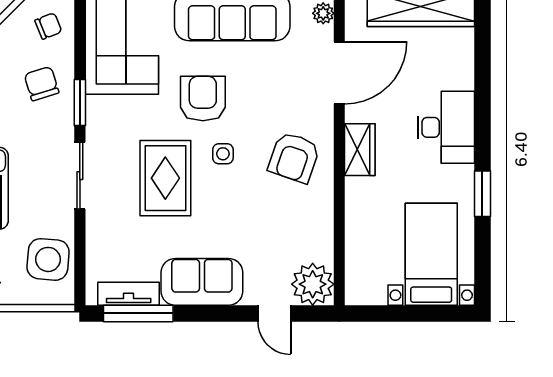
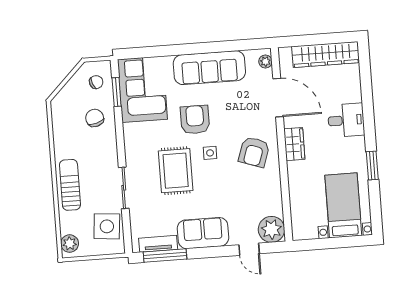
door: (339, 73) -> (278, 98), hinge flipped
window: (80, 102) -> (117, 92), moved
desk: (446, 127) -> (346, 120), width x0.73
sliding door: (80, 176) -> (124, 188), moved

